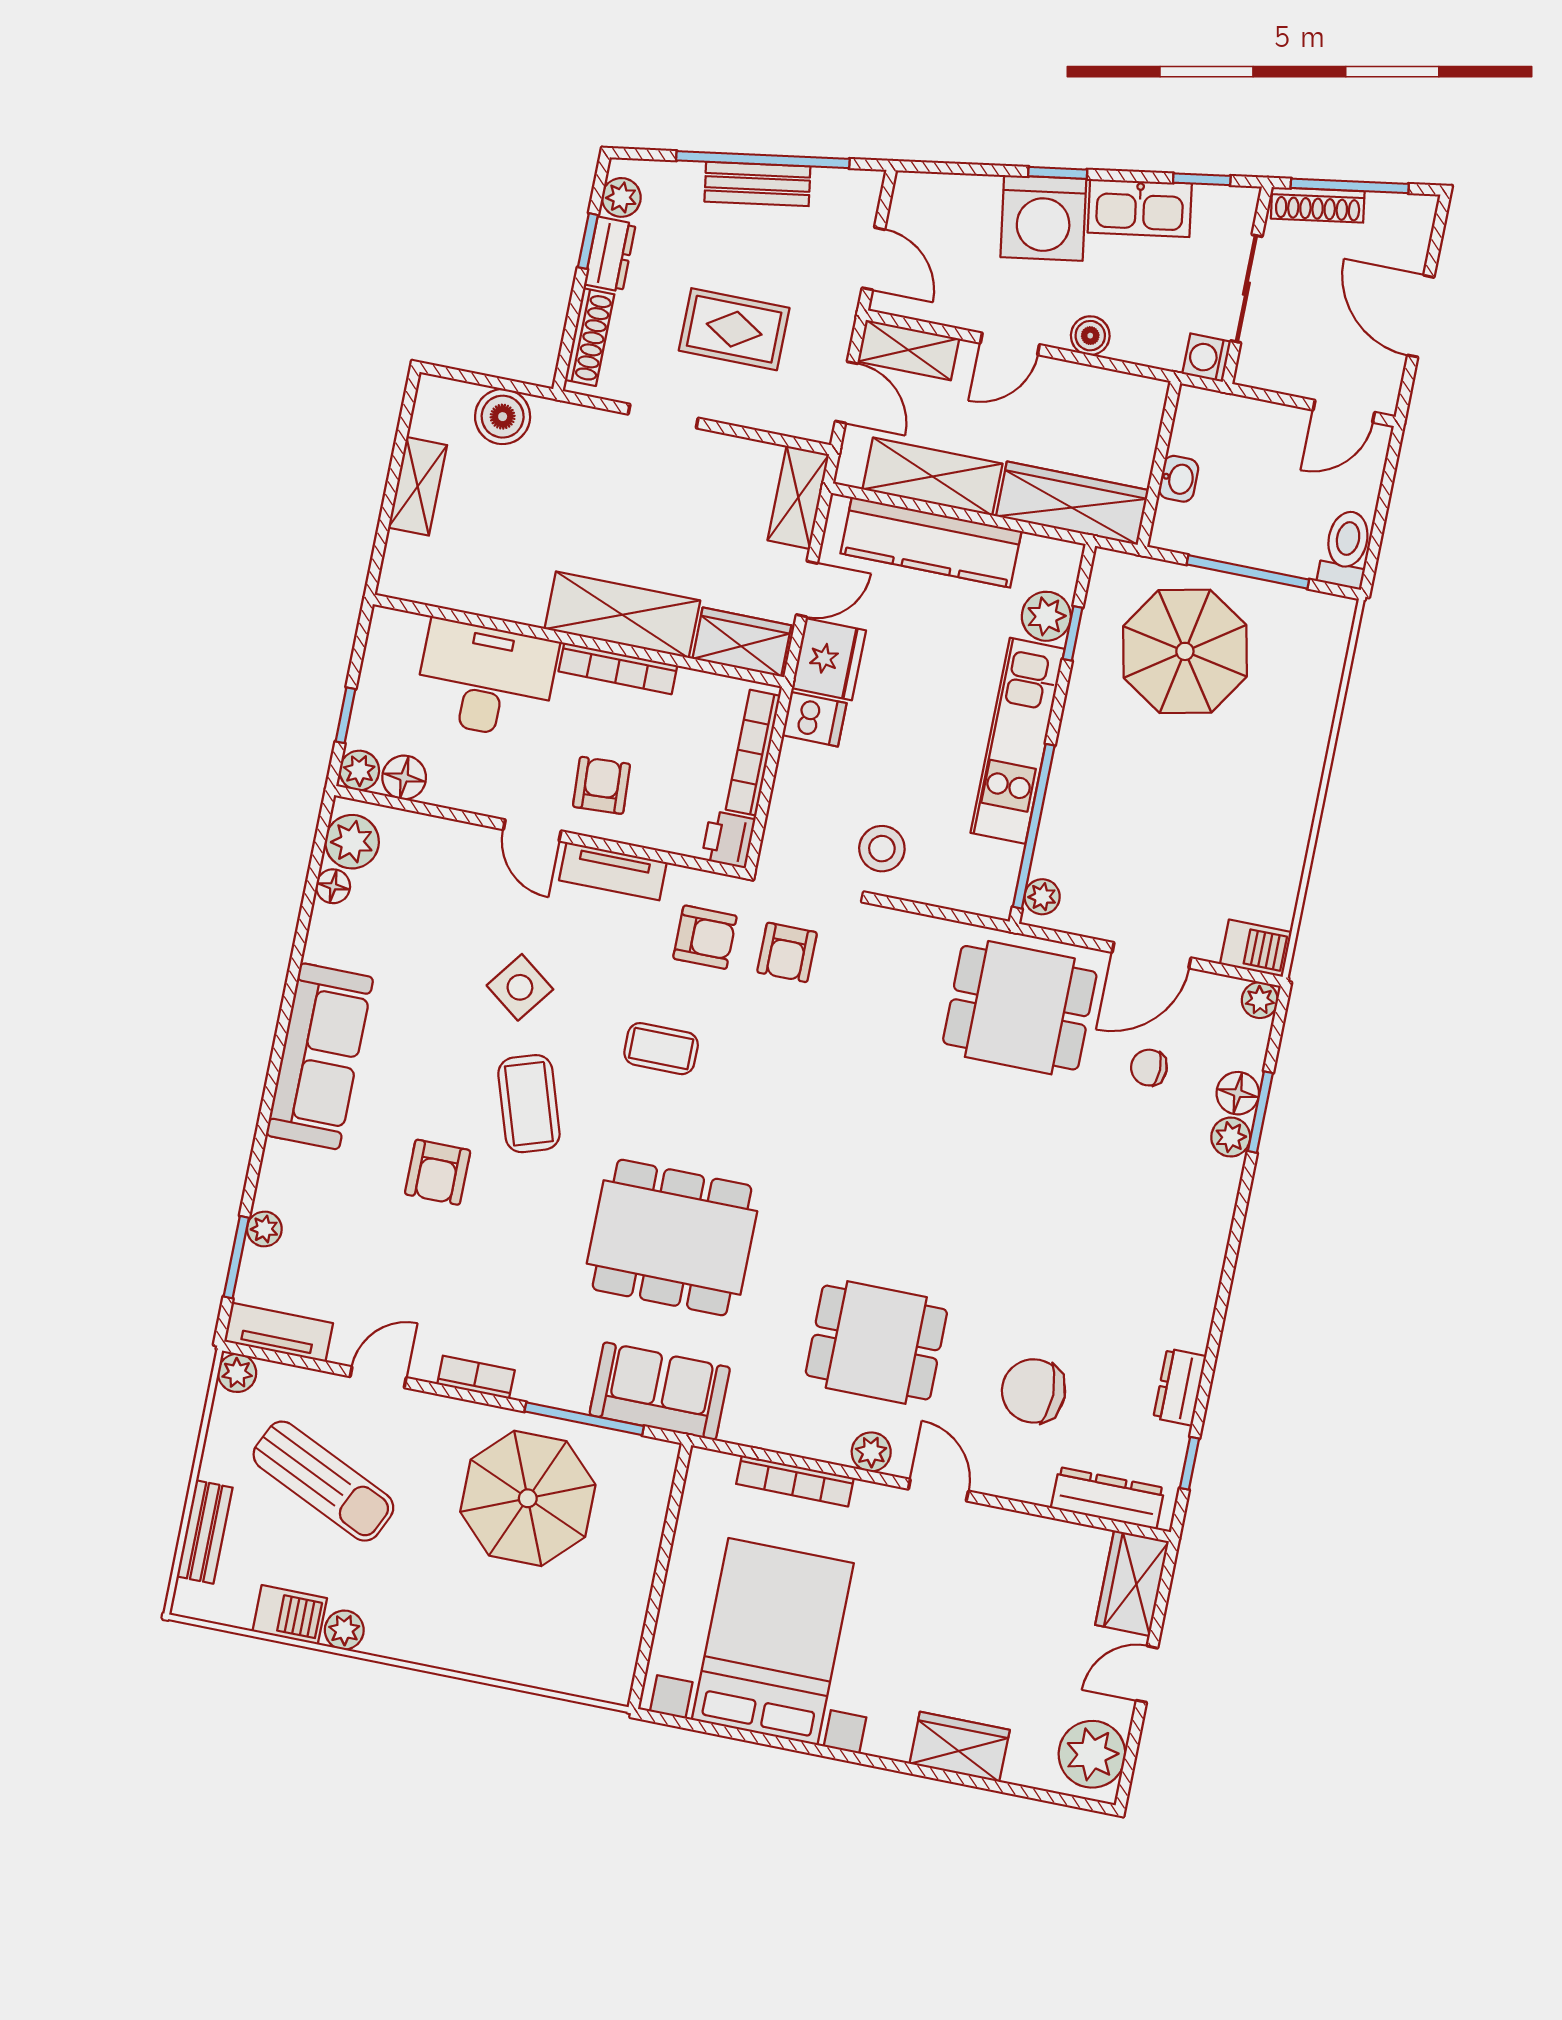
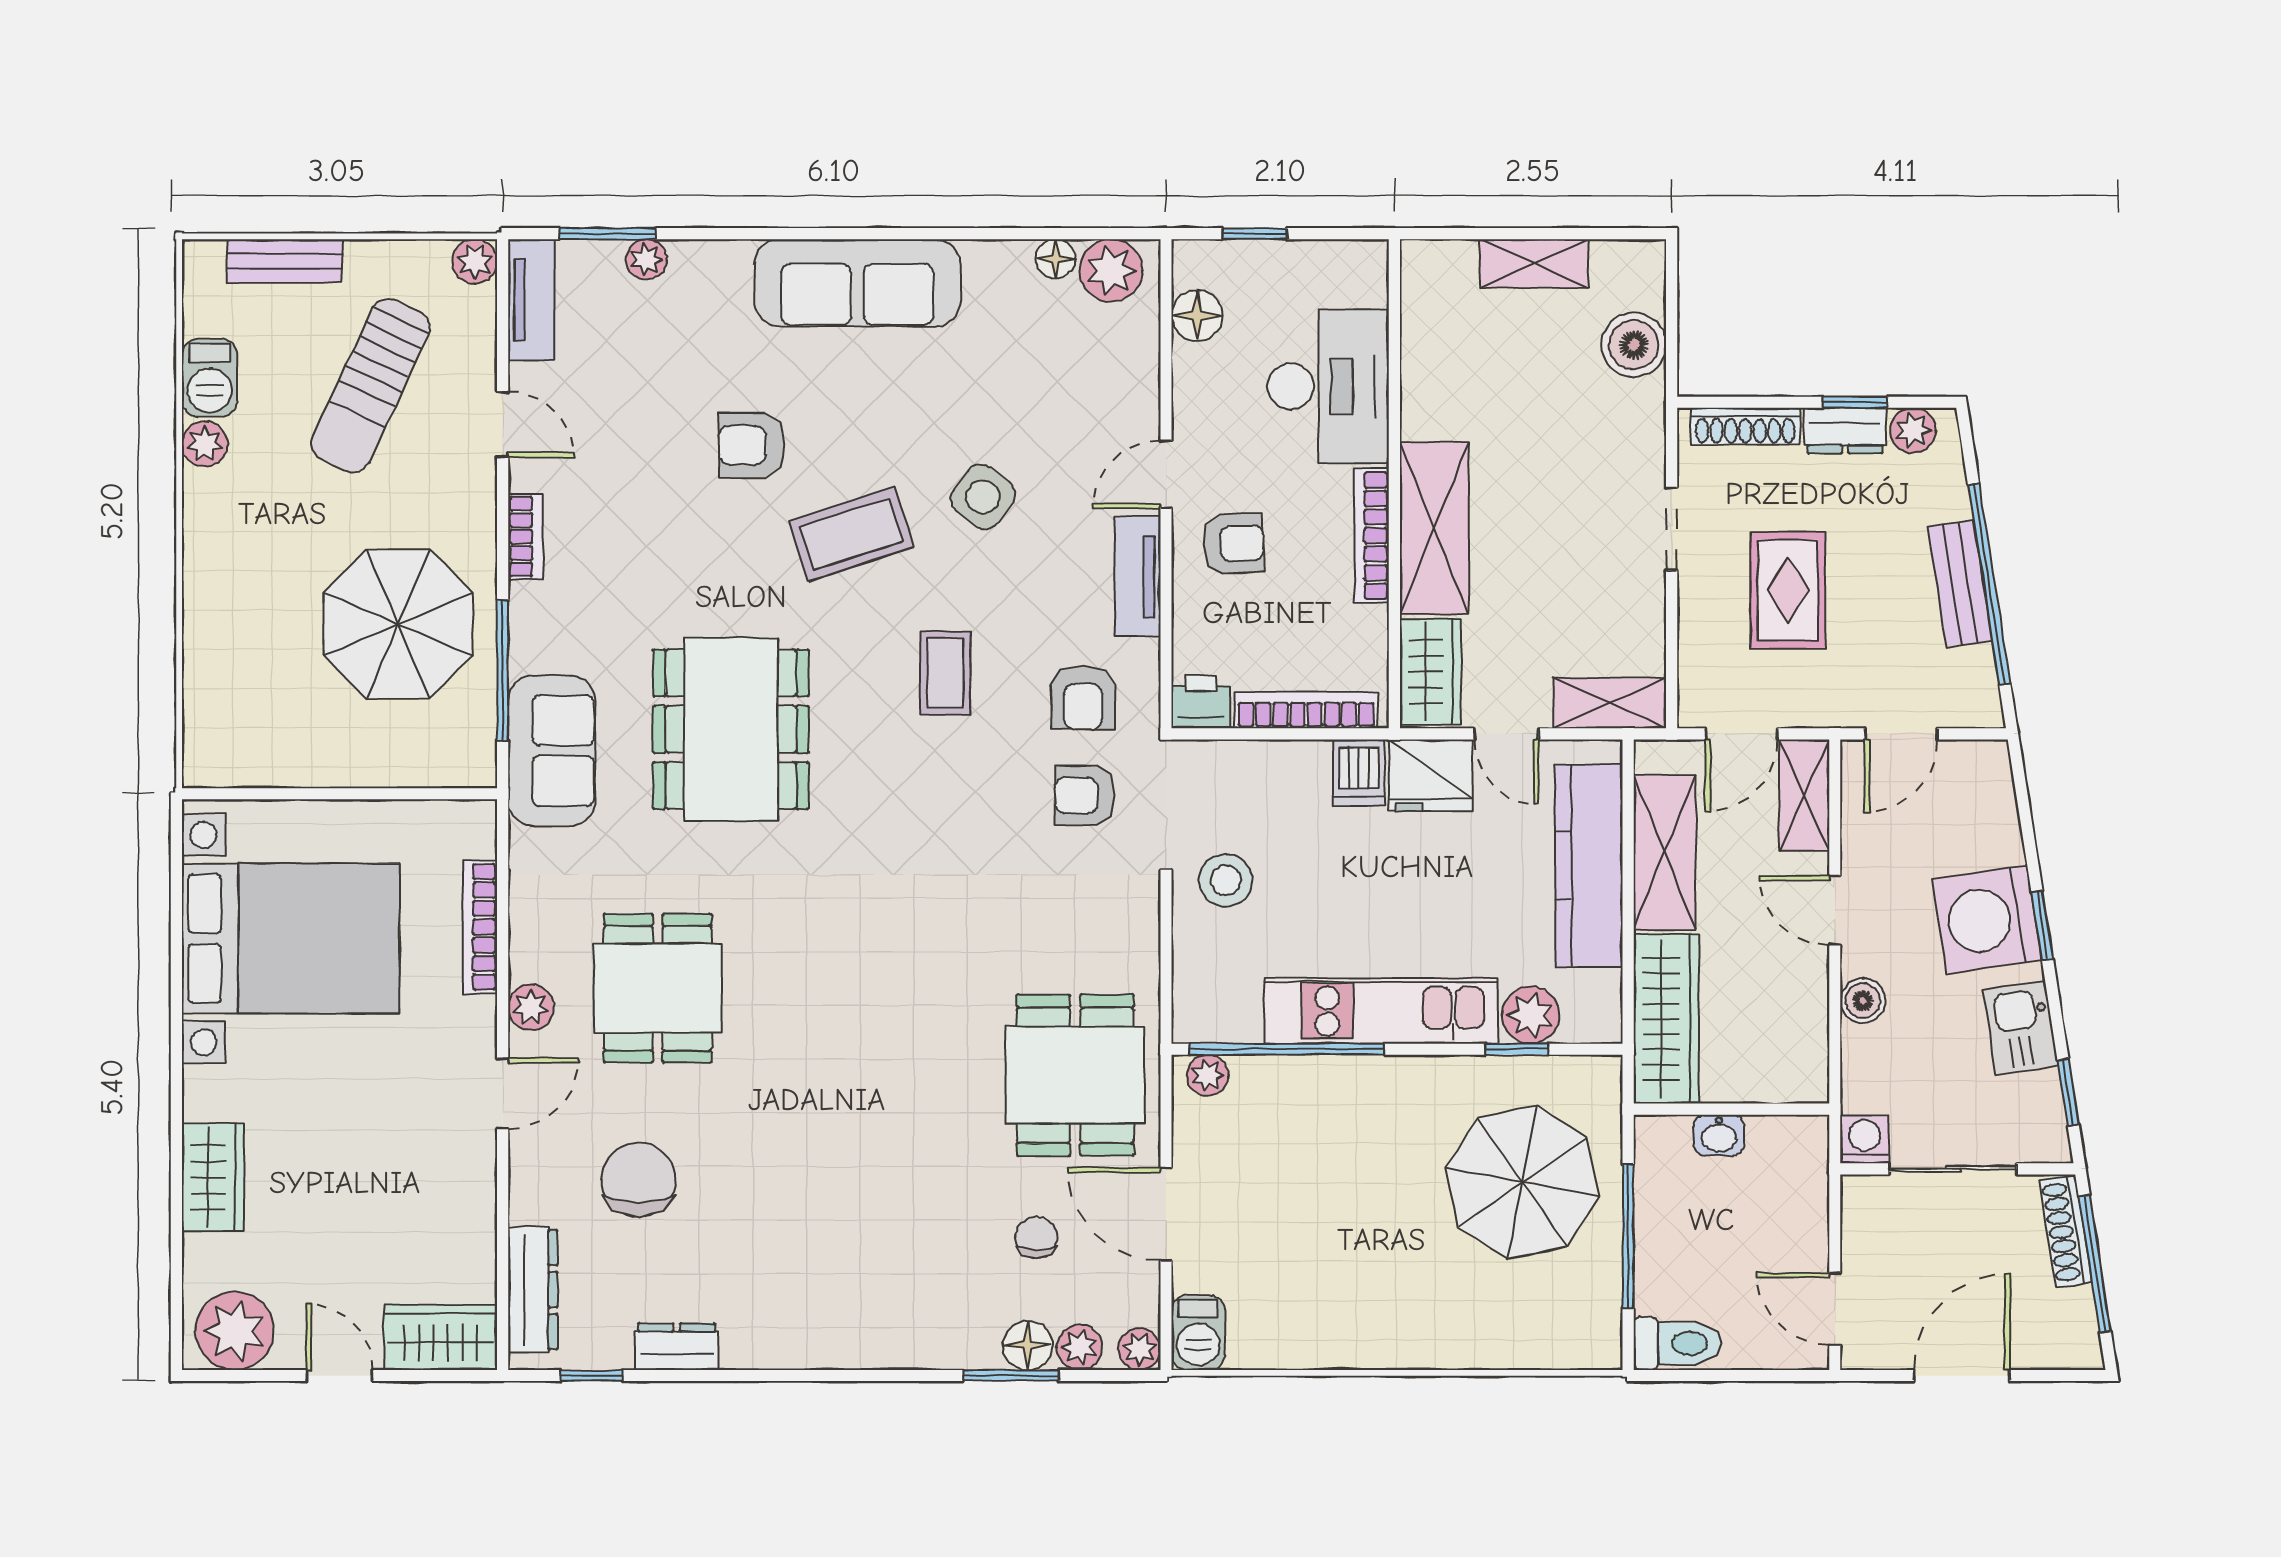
kitchen sink: (1140, 208) -> (2021, 1028), width x0.73
plant: (359, 770) -> (1195, 262), removed
plant: (1231, 1137) -> (1080, 1347), moved

